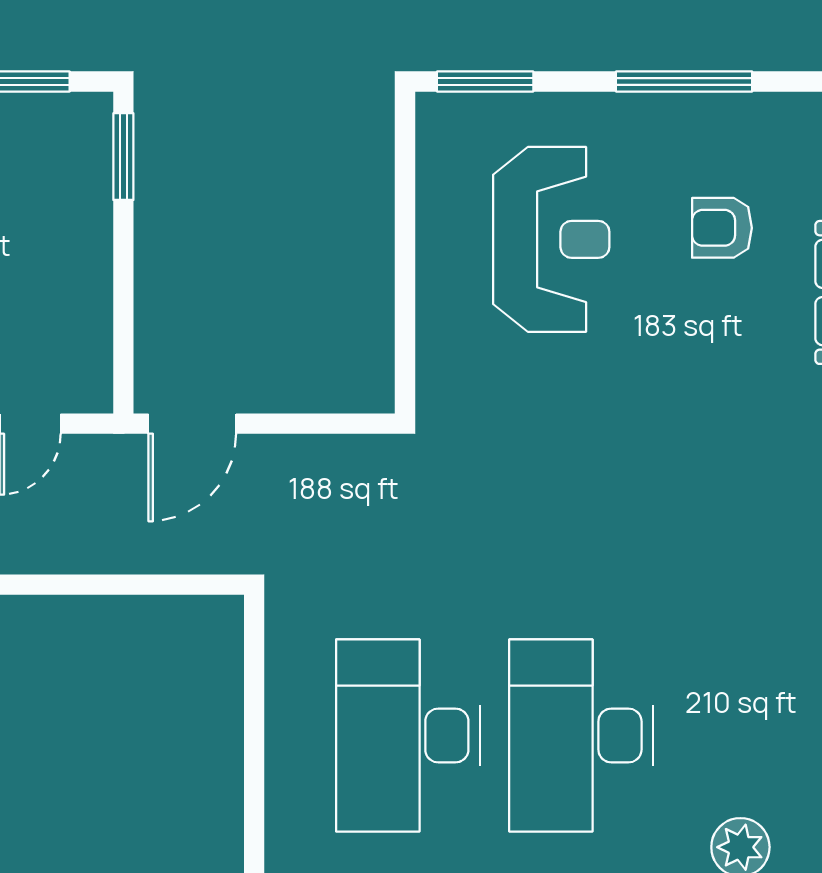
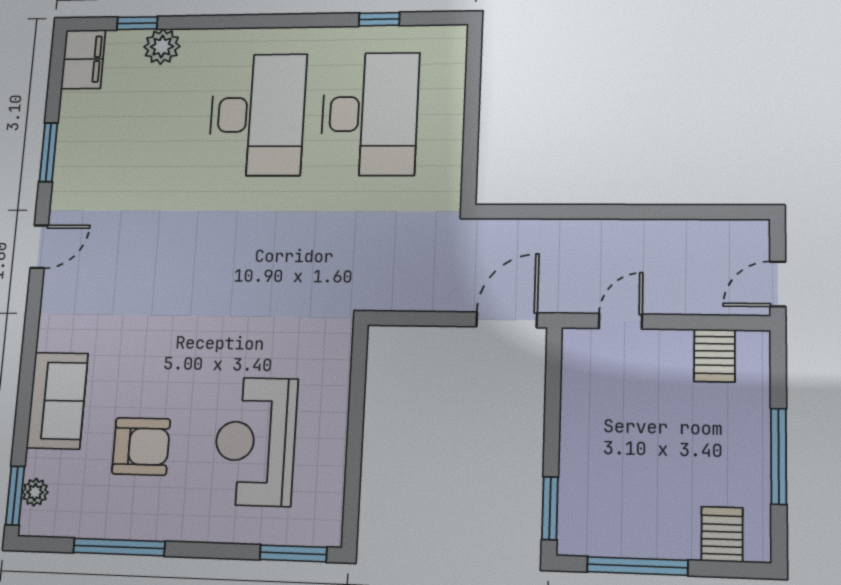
window: (684, 82) -> (119, 547), moved
armchair: (722, 228) -> (141, 446), width x1.38, depth x1.38

